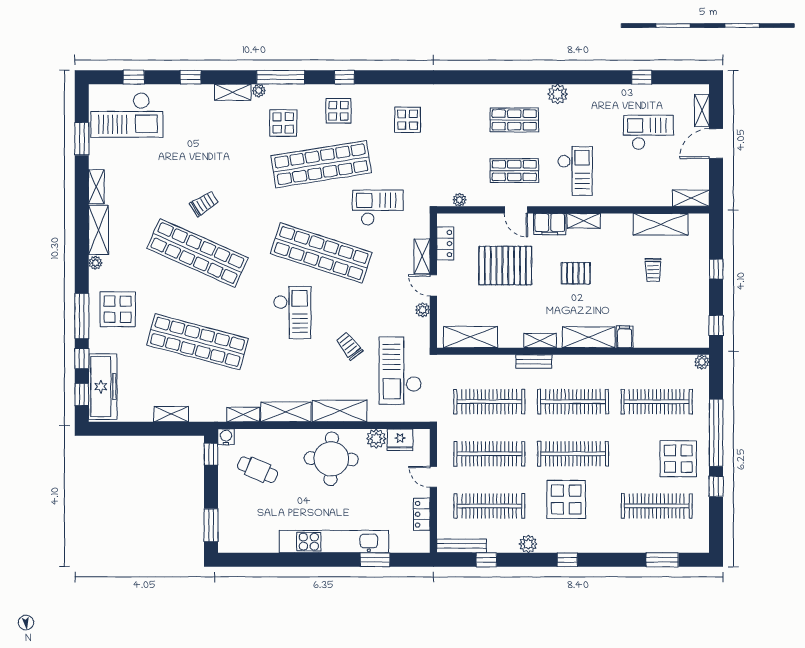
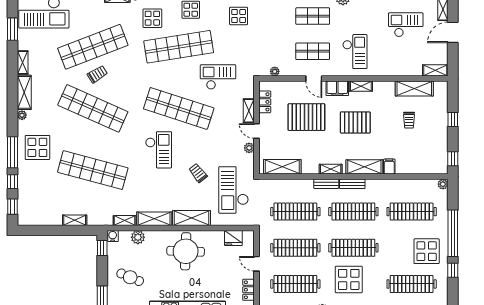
shop shelf: (197, 164) -> (93, 47), added
pallet: (576, 273) -> (355, 122), width x1.50, depth x1.42
bench: (571, 362) -> (352, 184), added
freezer: (103, 387) -> (27, 201), removed
plant: (376, 439) -> (138, 237), moved
cafe table: (258, 470) -> (130, 277), moved

